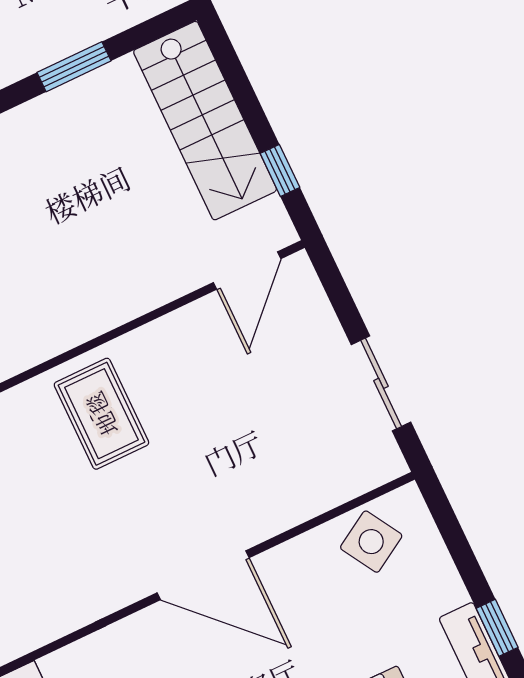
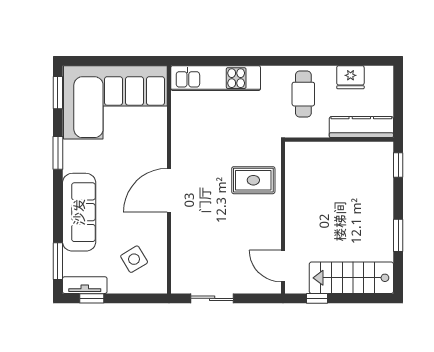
side table: (371, 542) -> (134, 259), moved

